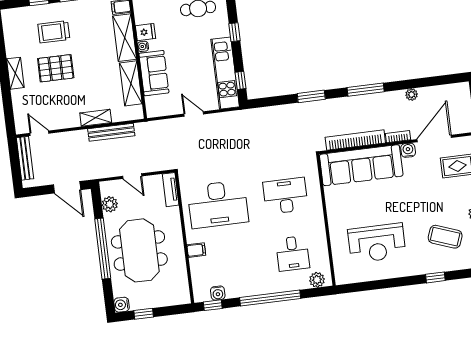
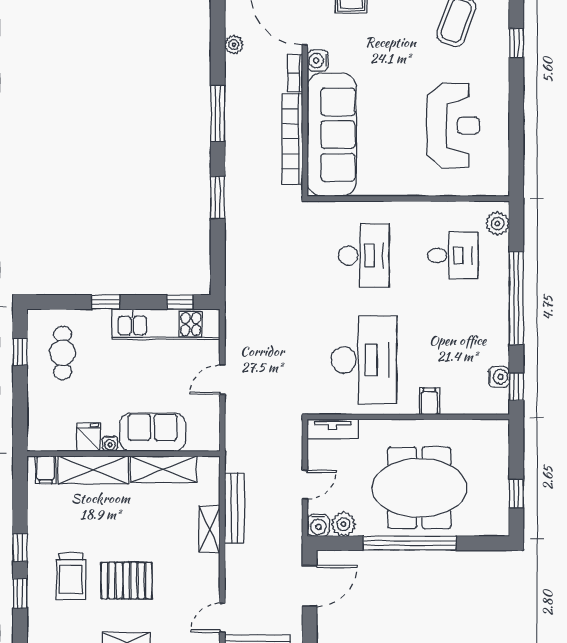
pallet: (56, 68) -> (127, 581), turned 90
desk: (285, 196) -> (364, 256), turned 180
water cooler: (122, 305) -> (318, 525), moved

